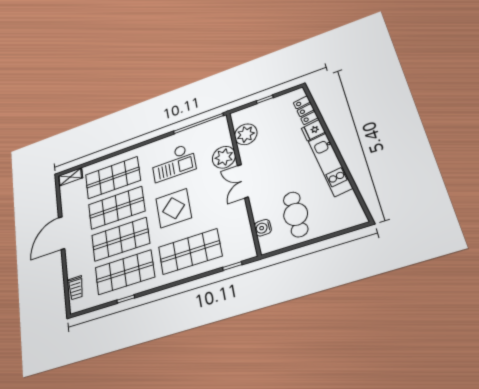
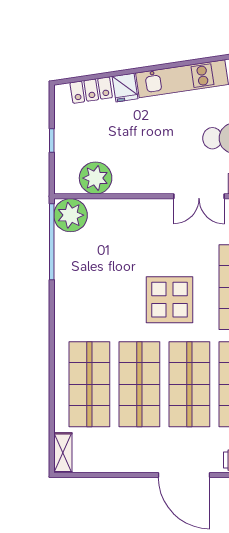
plant: (224, 157) -> (71, 215), moved
checkout: (173, 163) -> (100, 289), removed
double door: (243, 181) -> (199, 196), moved
door: (62, 233) -> (184, 475), moved

